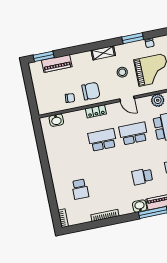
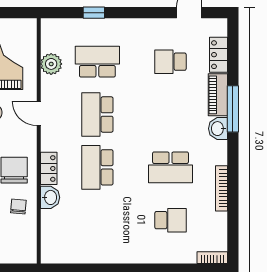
door: (127, 99) -> (39, 113), swing flipped
washbasin: (56, 120) -> (50, 197), moved
school desk: (142, 176) -> (170, 167), moved, width x1.85

